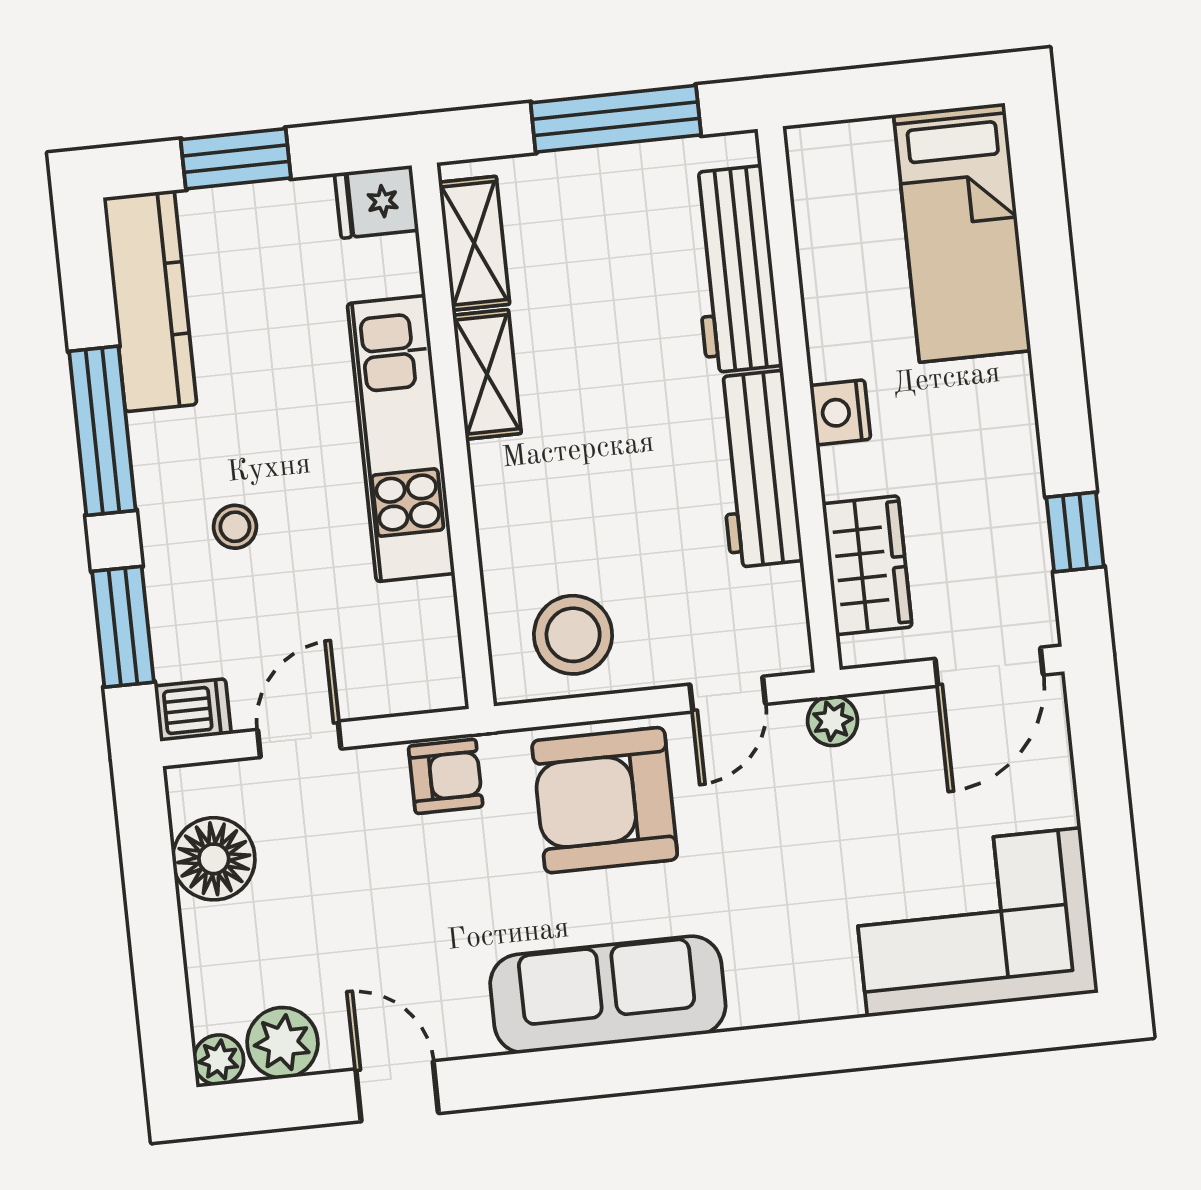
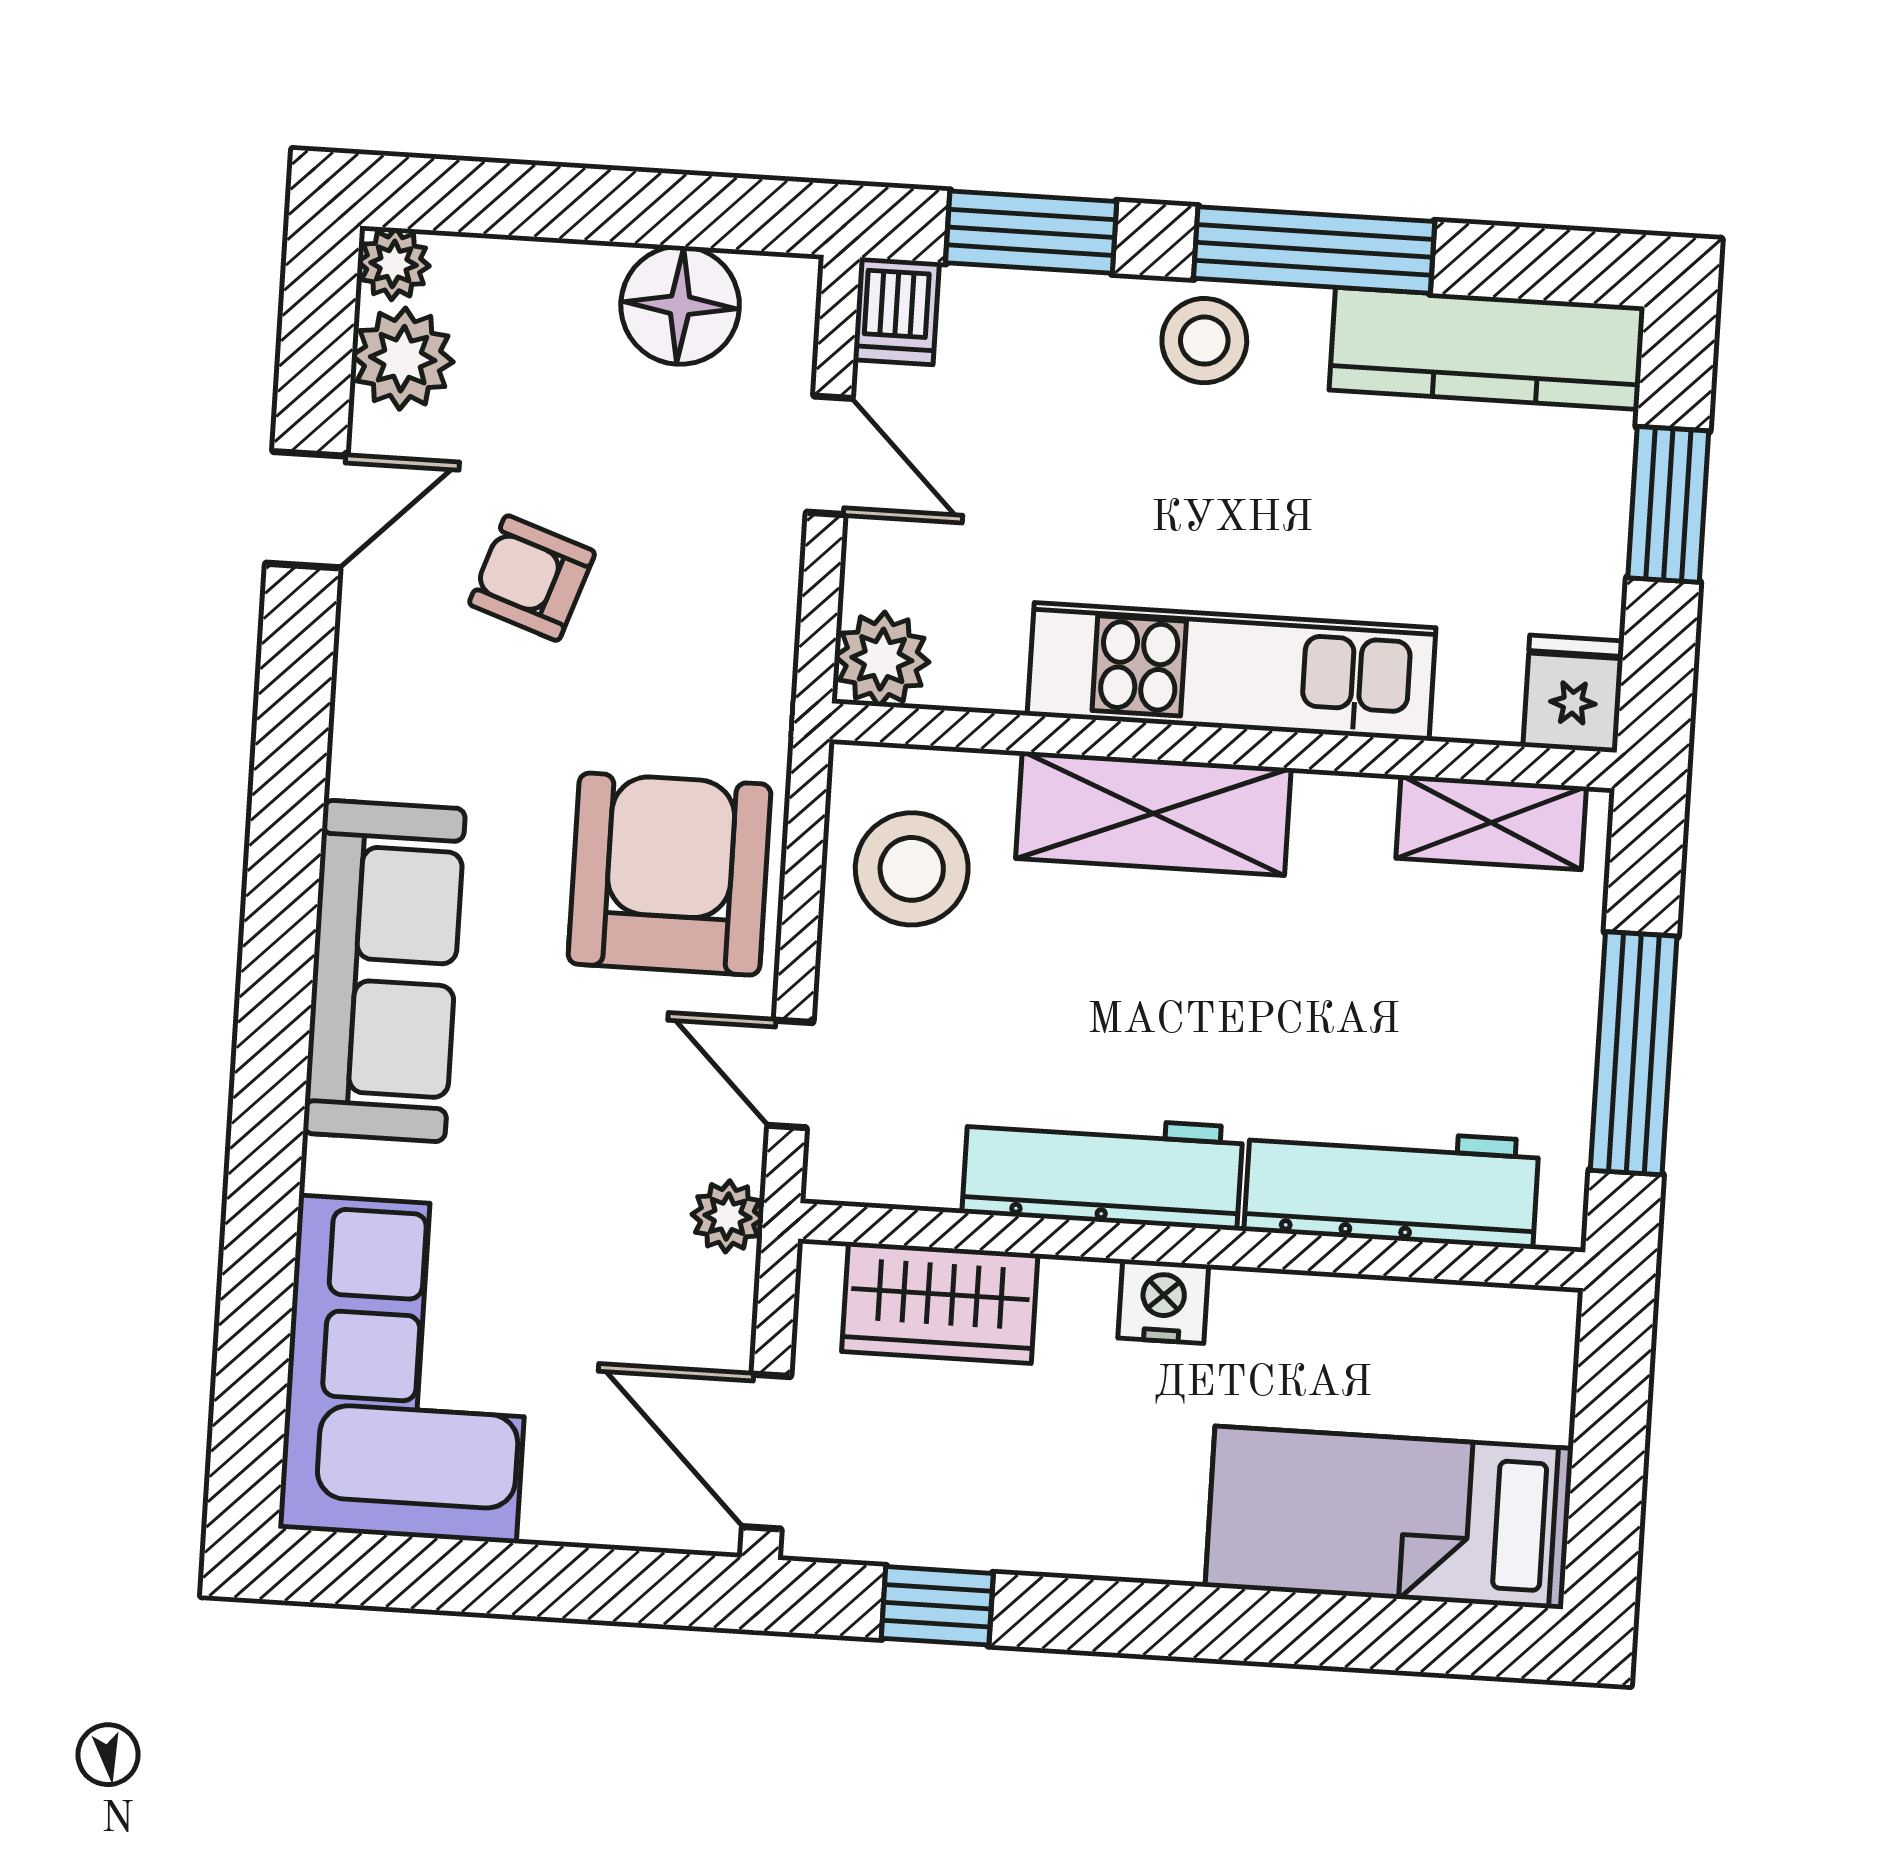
shelving: (487, 374) -> (1153, 813), moved, width x1.50, depth x1.33
stool: (235, 527) -> (1204, 341), moved, width x1.37, depth x1.37
plant: (433, 680) -> (882, 659), added
armchair: (446, 776) -> (532, 578), moved, turned 109
sofa: (608, 994) -> (384, 971), moved

